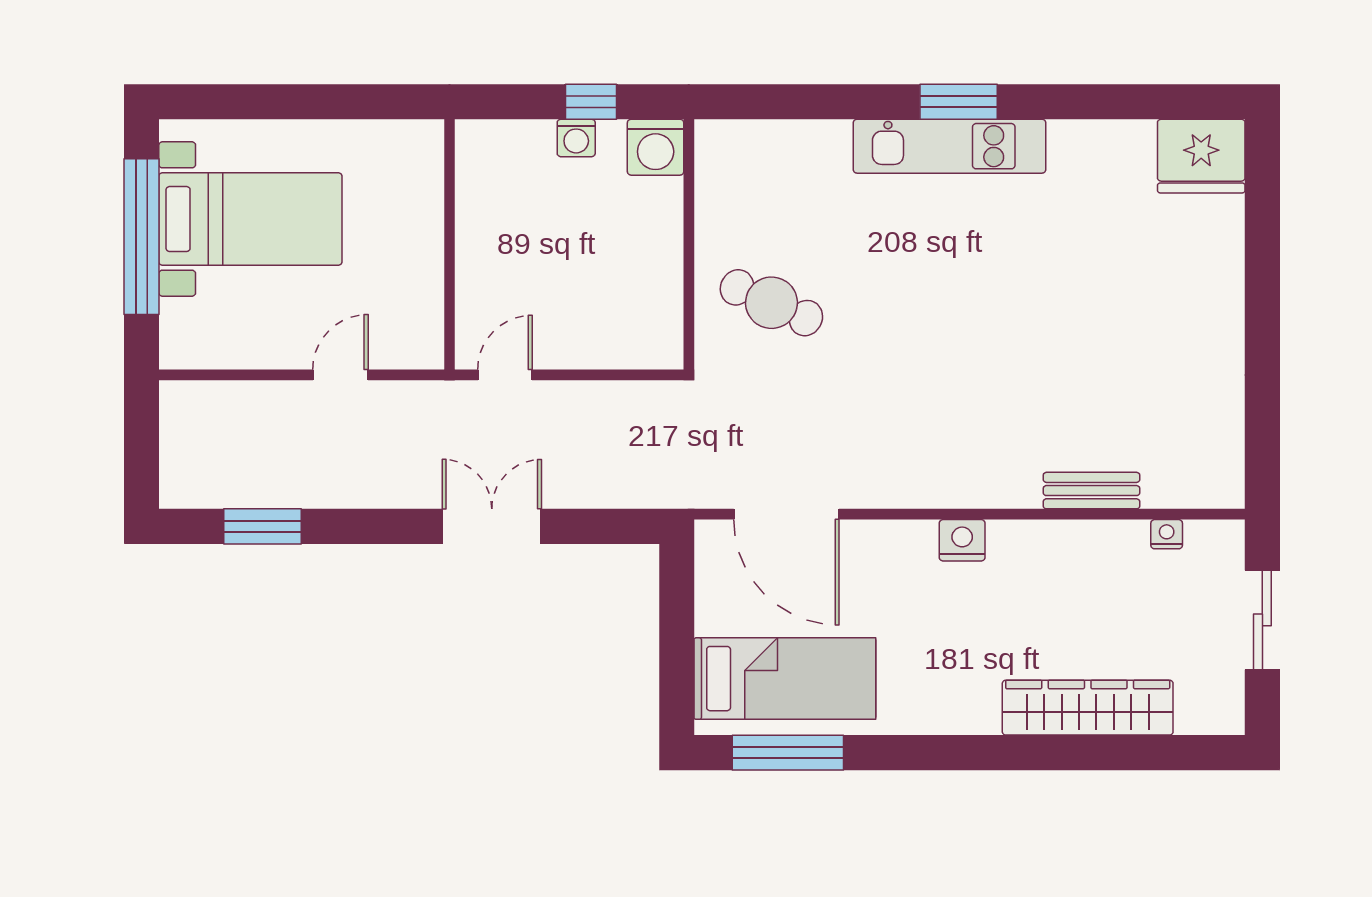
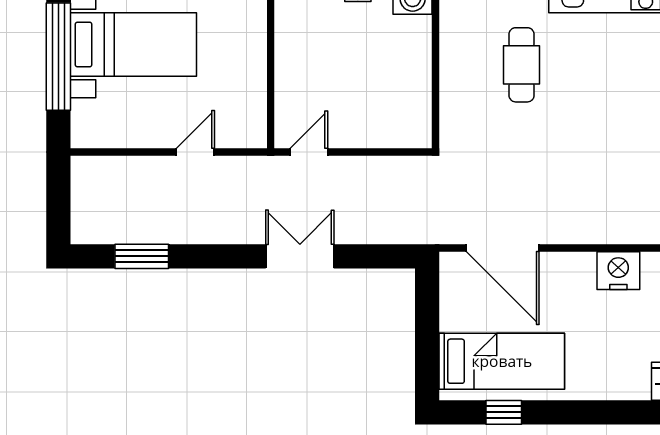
cafe table: (771, 303) -> (522, 65), moved, turned 66
nightstand: (962, 540) -> (618, 271), width x1.36, depth x1.33
window: (788, 753) -> (504, 412), width x0.46

